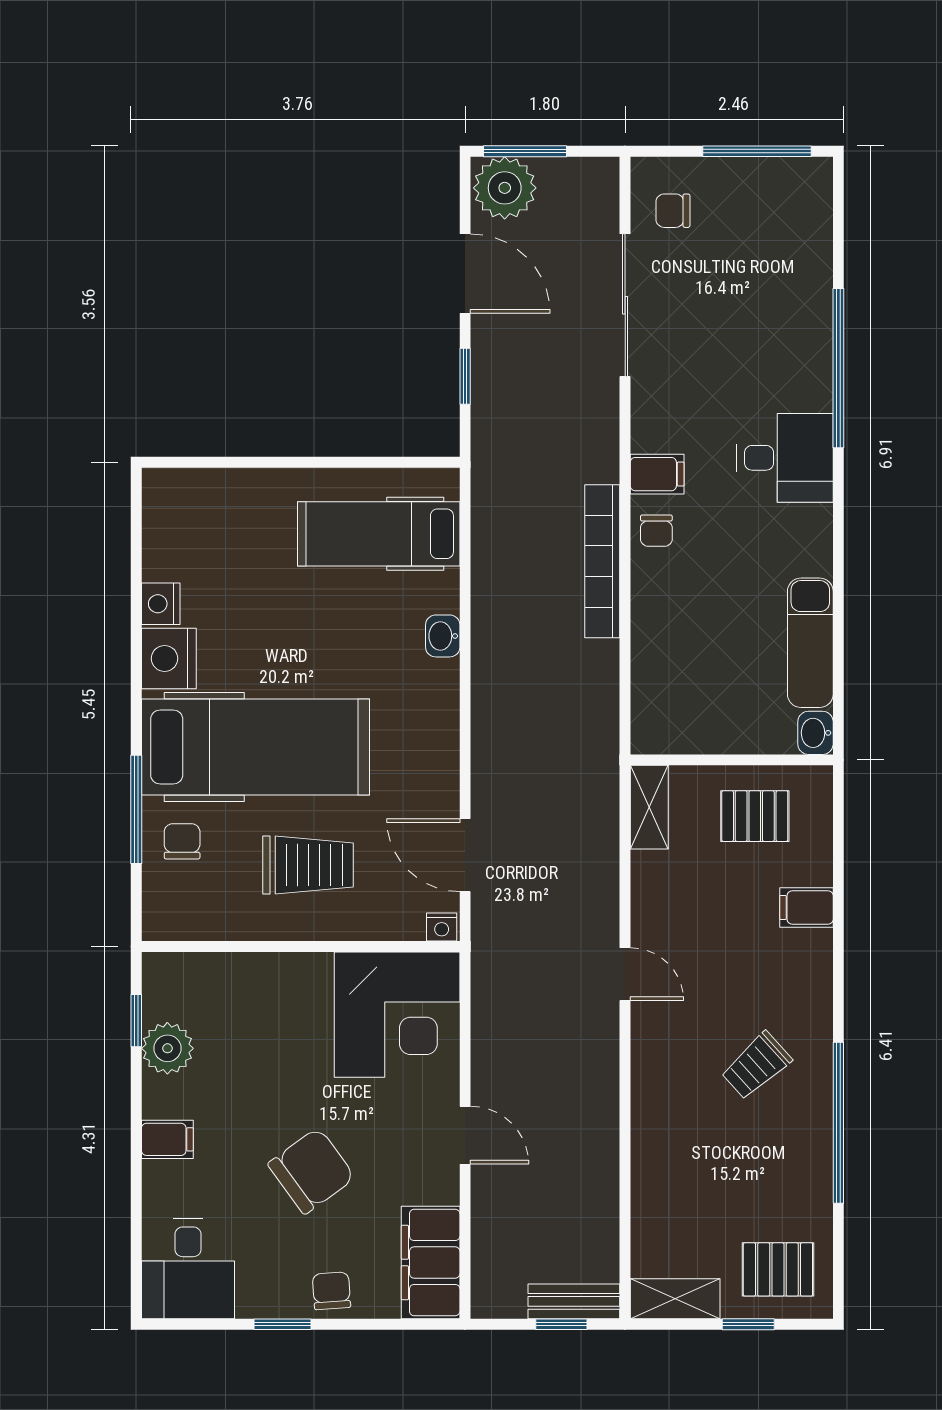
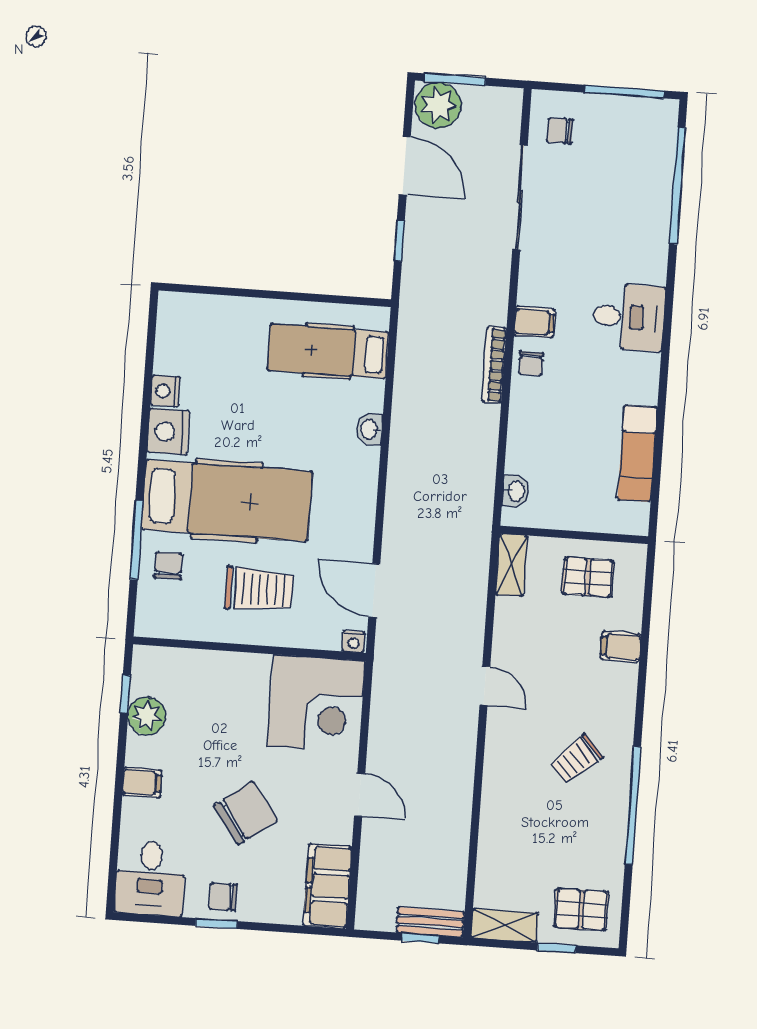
window: (838, 368) -> (677, 186), moved
bookcase: (602, 561) -> (494, 365), width x0.68, depth x0.76
washbasin: (815, 733) -> (516, 491), moved, turned 180
chair: (331, 1291) -> (223, 897), moved, turned -86

